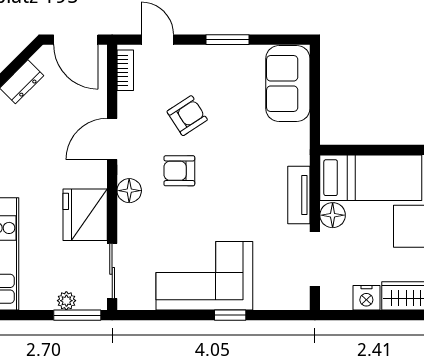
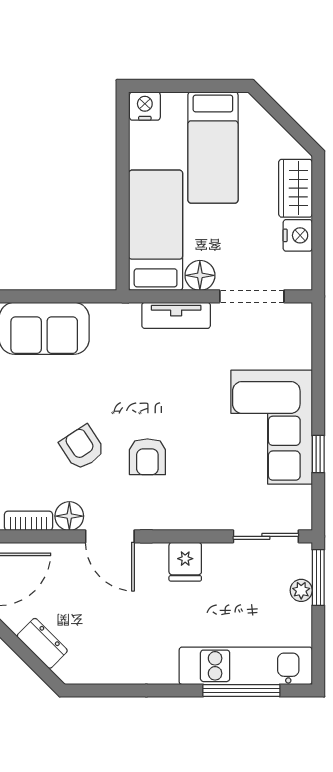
floor lamp: (129, 191) -> (69, 516), moved
fridge: (85, 215) -> (185, 562), width x0.53, depth x0.75
window: (230, 315) -> (318, 454), moved

